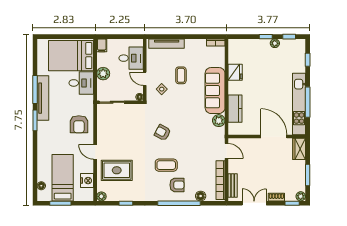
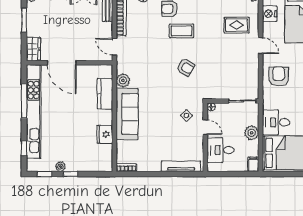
coffee table: (181, 75) -> (165, 131), removed
kitchen unit: (299, 104) -> (34, 112), width x1.36
rug: (117, 170) -> (237, 25), width x0.73, depth x0.70

